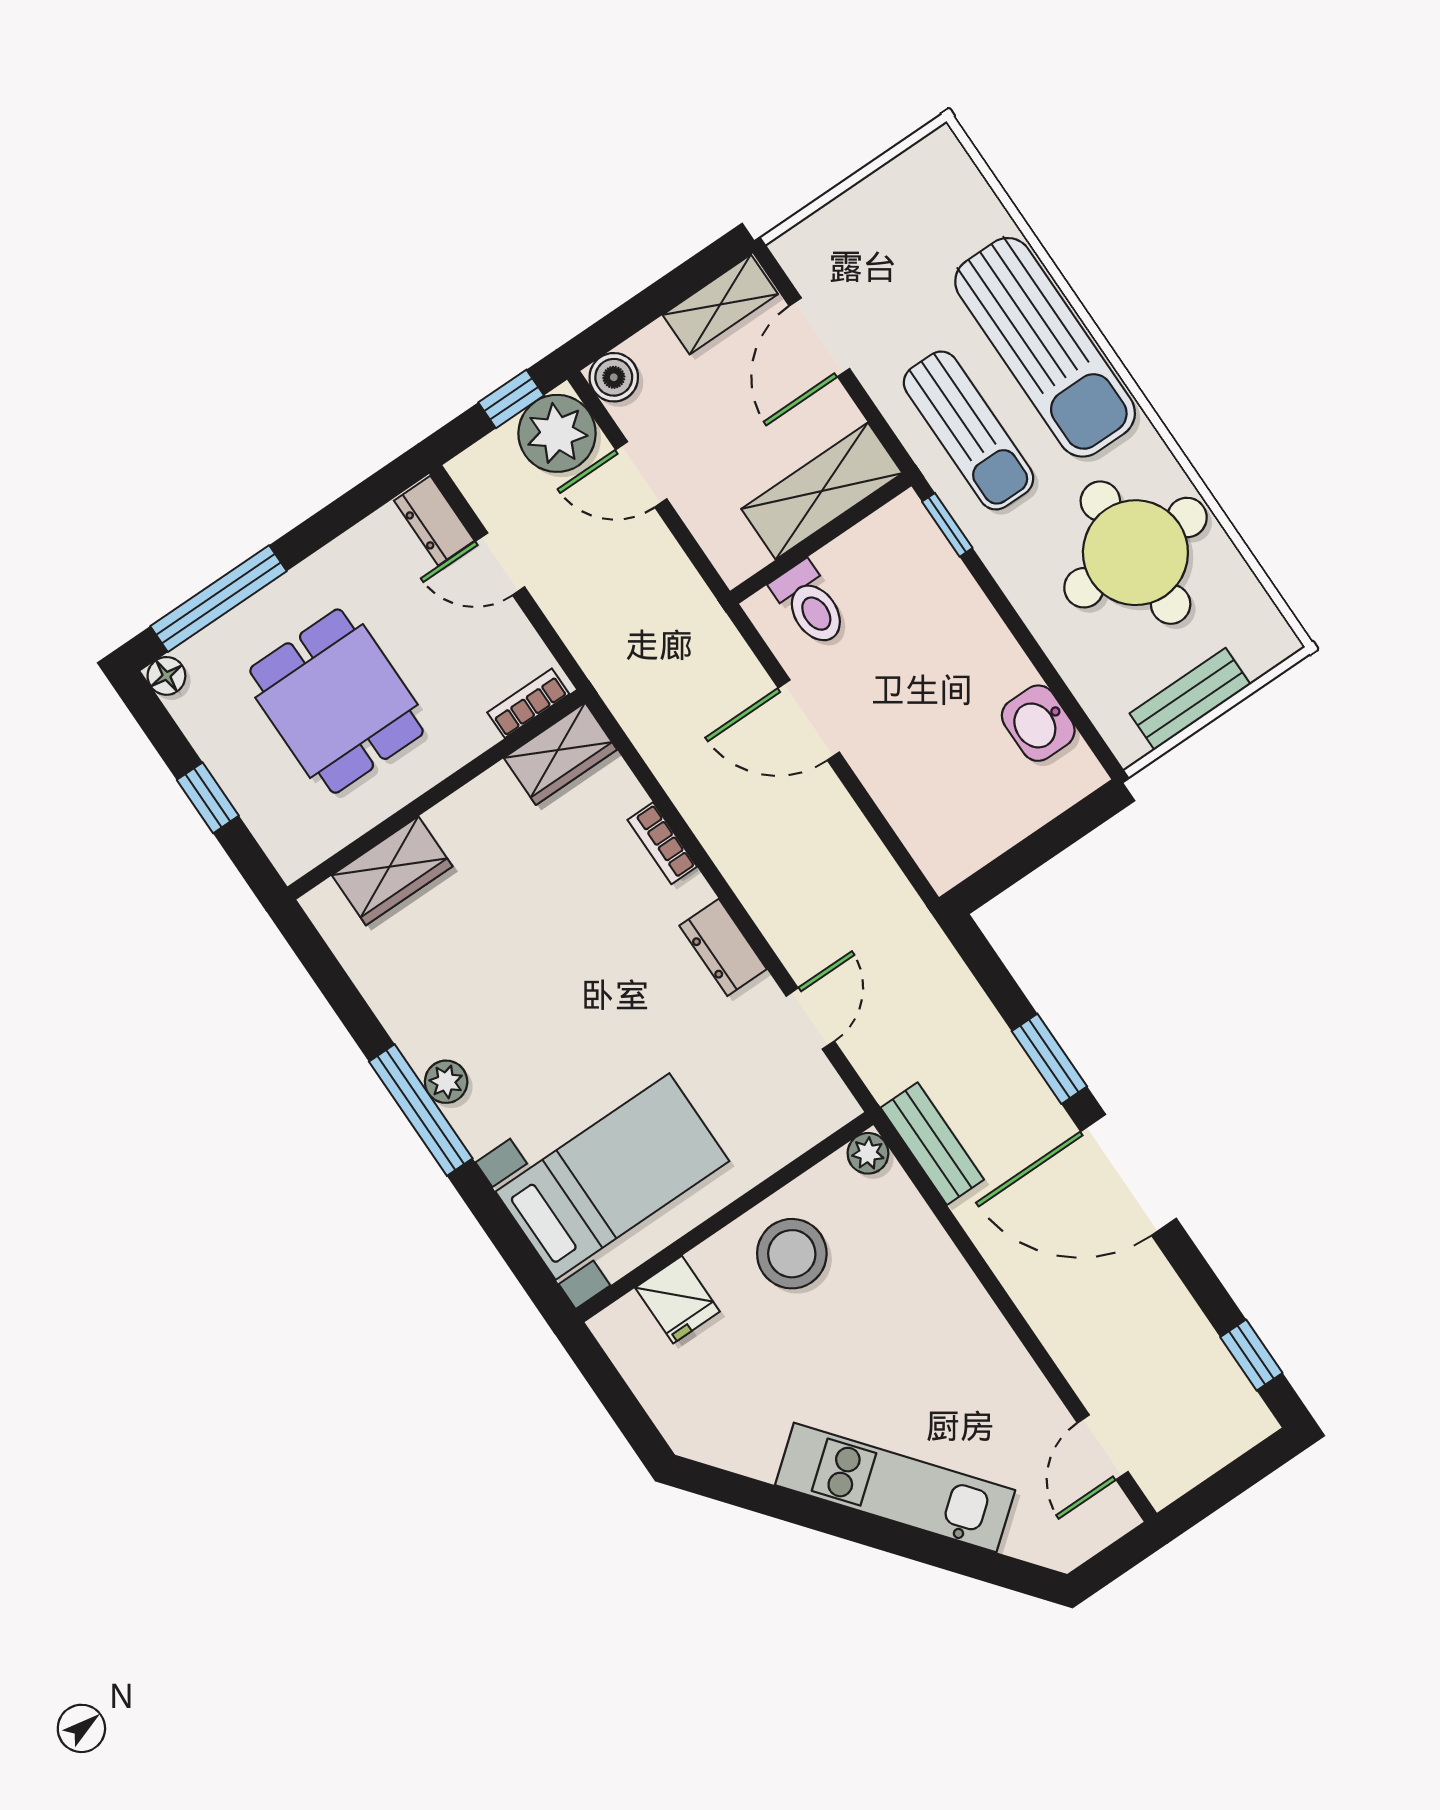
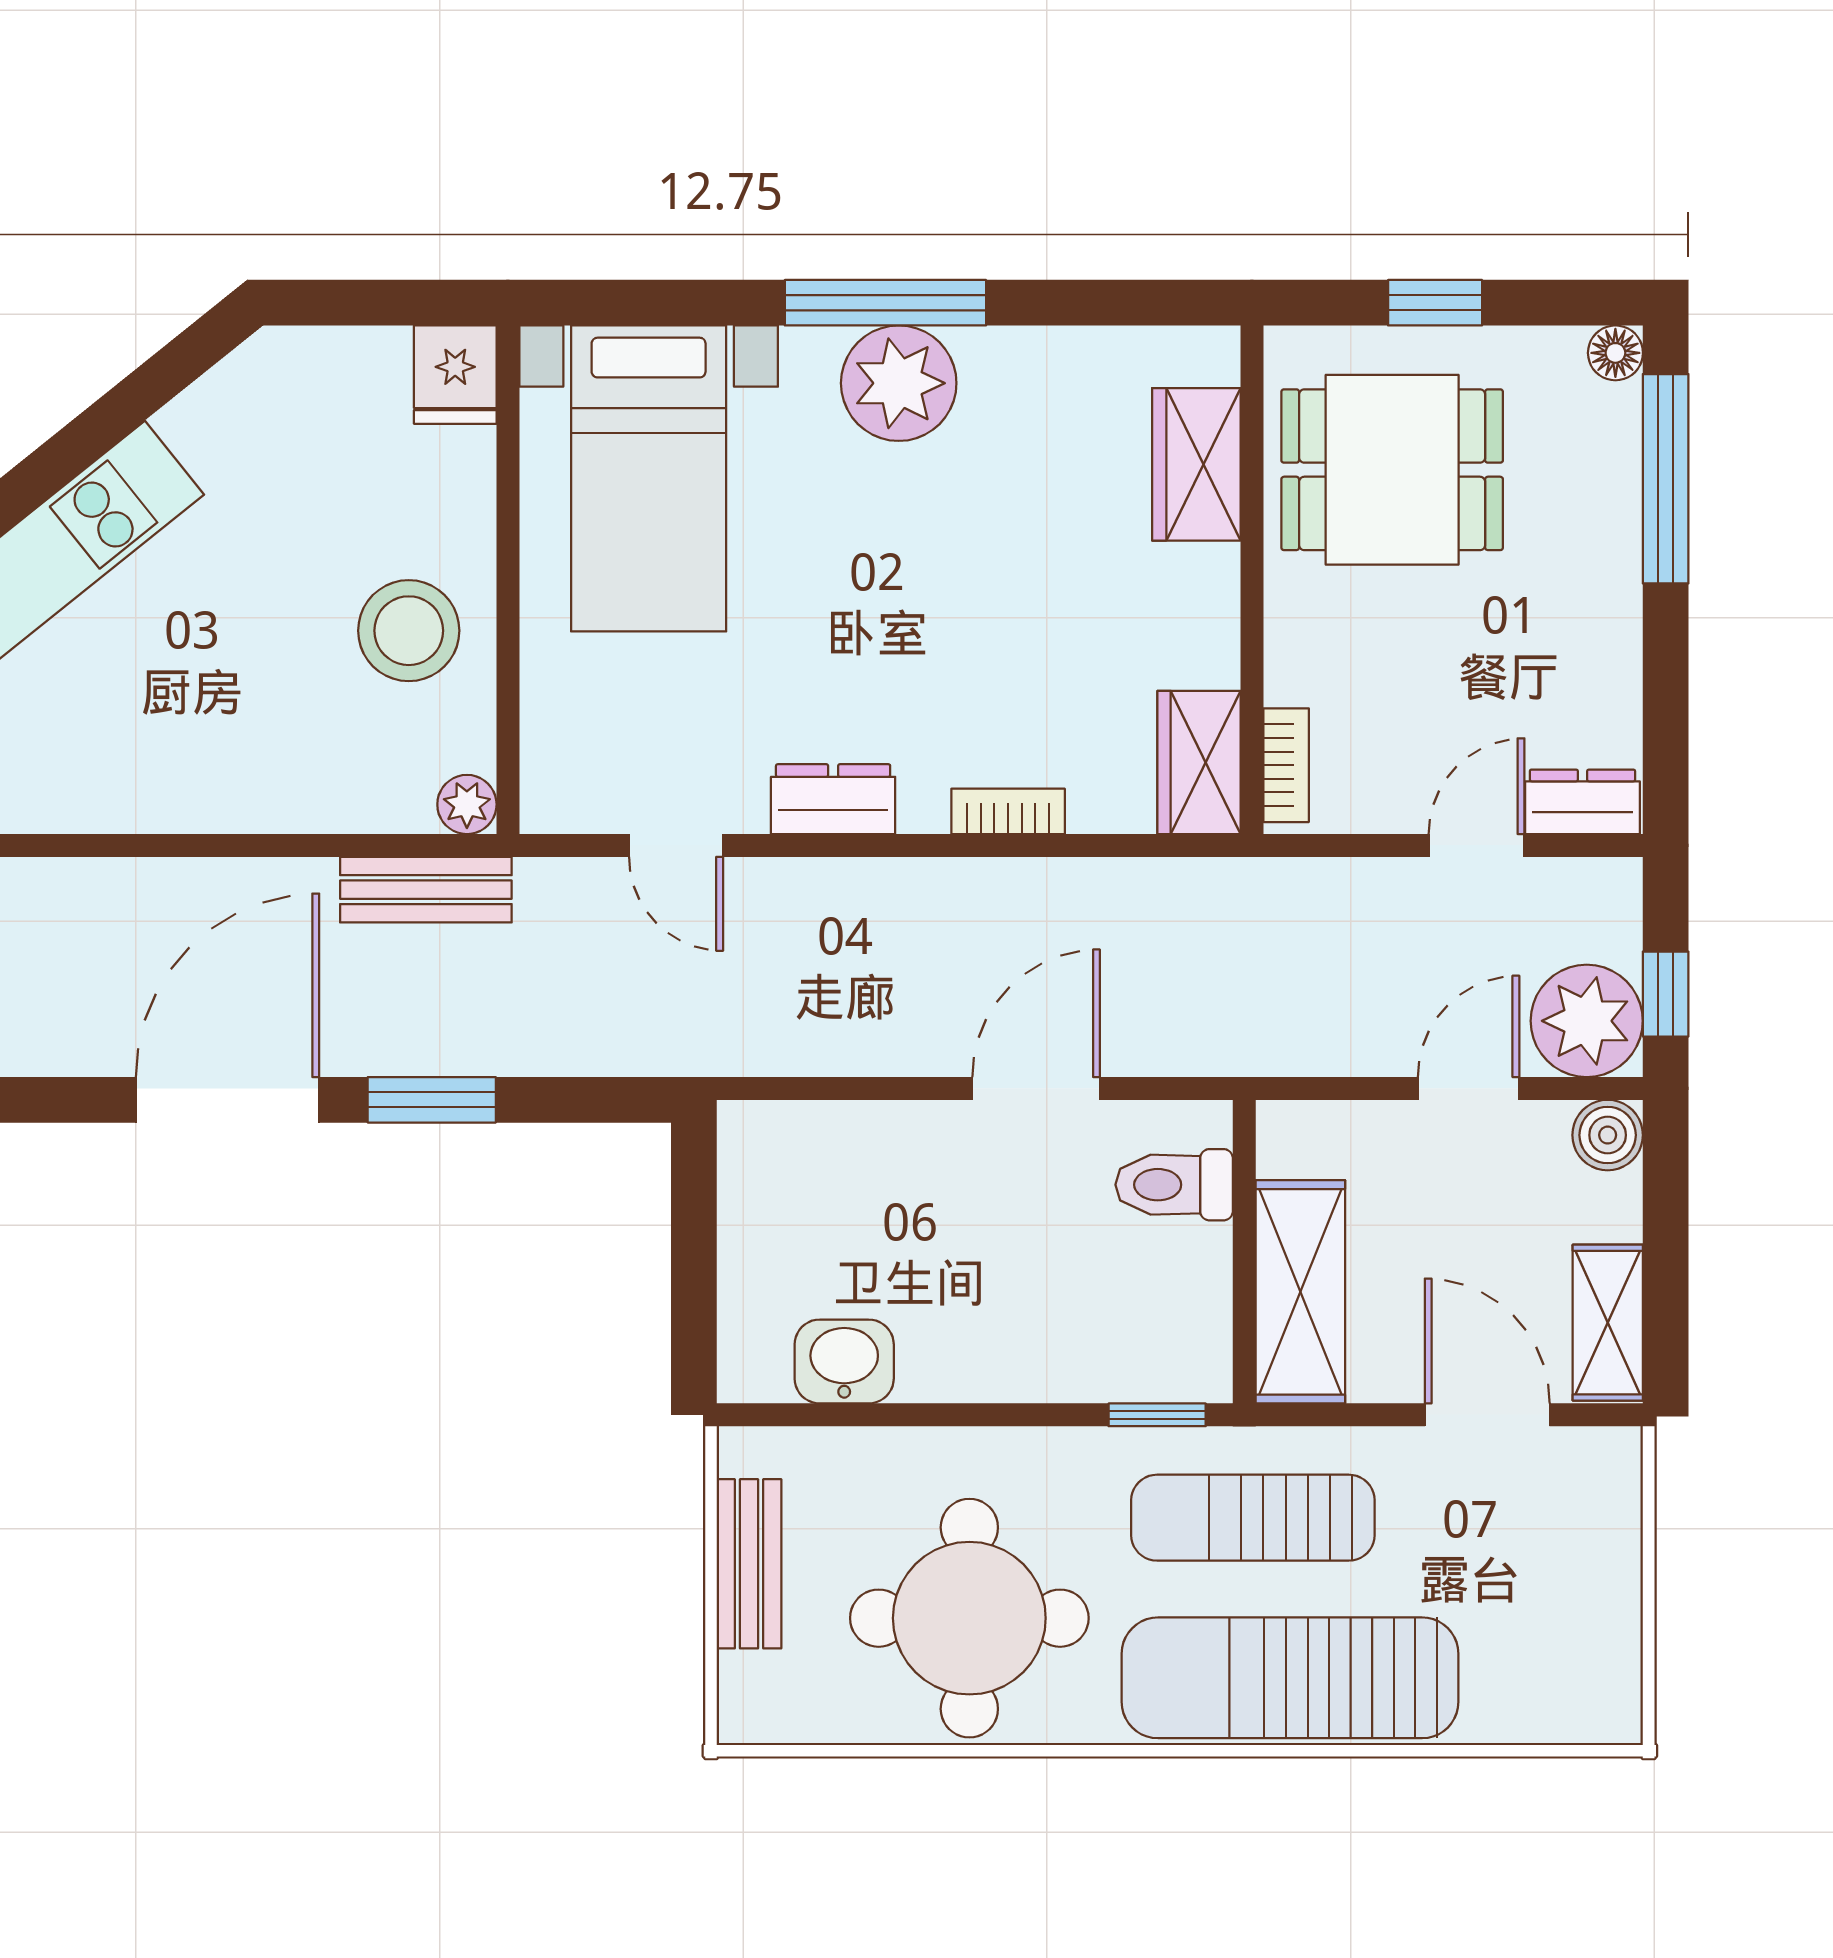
dining table: (337, 701) -> (1392, 470), moved
plant: (446, 1082) -> (899, 383), width x1.87, depth x1.87
fridge: (677, 1300) -> (455, 375), moved, turned -90

